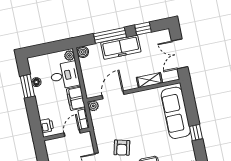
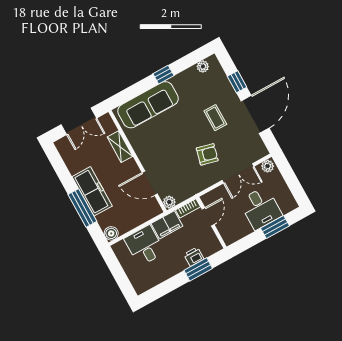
window: (143, 29) -> (63, 172), removed
plant: (69, 56) -> (120, 247), removed
floor lamp: (36, 82) -> (162, 276), removed
window: (27, 86) -> (198, 269), moved
printer: (47, 126) -> (194, 257), moved
door: (72, 133) -> (208, 217), swing flipped

